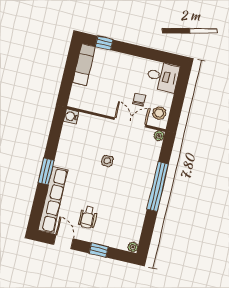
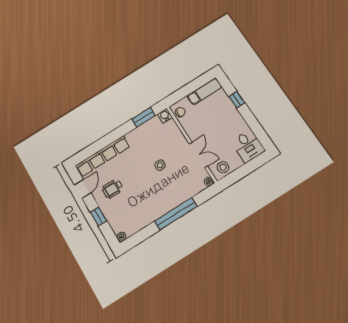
window: (104, 43) -> (237, 100), moved
chair: (139, 100) -> (180, 112), moved
window: (46, 171) -> (143, 117), moved

